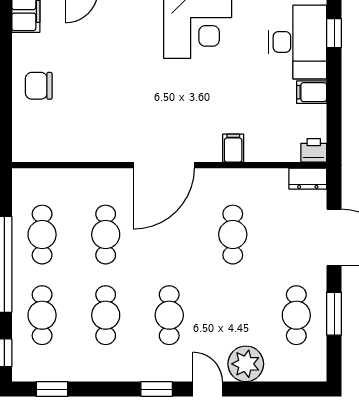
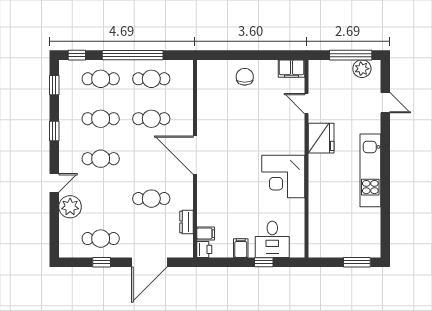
window: (334, 33) -> (264, 262), moved
desk: (298, 42) -> (272, 239), width x0.73
filing cabinet: (233, 148) -> (206, 234), moved
dresser: (308, 179) -> (186, 222), moved
window: (334, 314) -> (102, 262), width x0.67
window: (157, 389) -> (54, 131), moved

